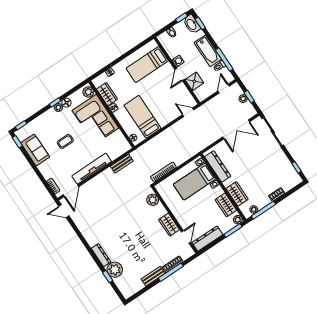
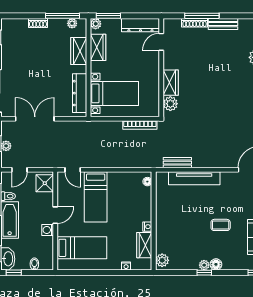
shower: (194, 81) -> (45, 183), moved
floor lamp: (66, 103) -> (216, 264), moved
bed: (142, 117) -> (96, 197), moved
corner sofa: (95, 119) -> (174, 227), removed
tv unit: (92, 169) -> (194, 178), moved
wardrobe: (169, 225) -> (171, 83), moved

